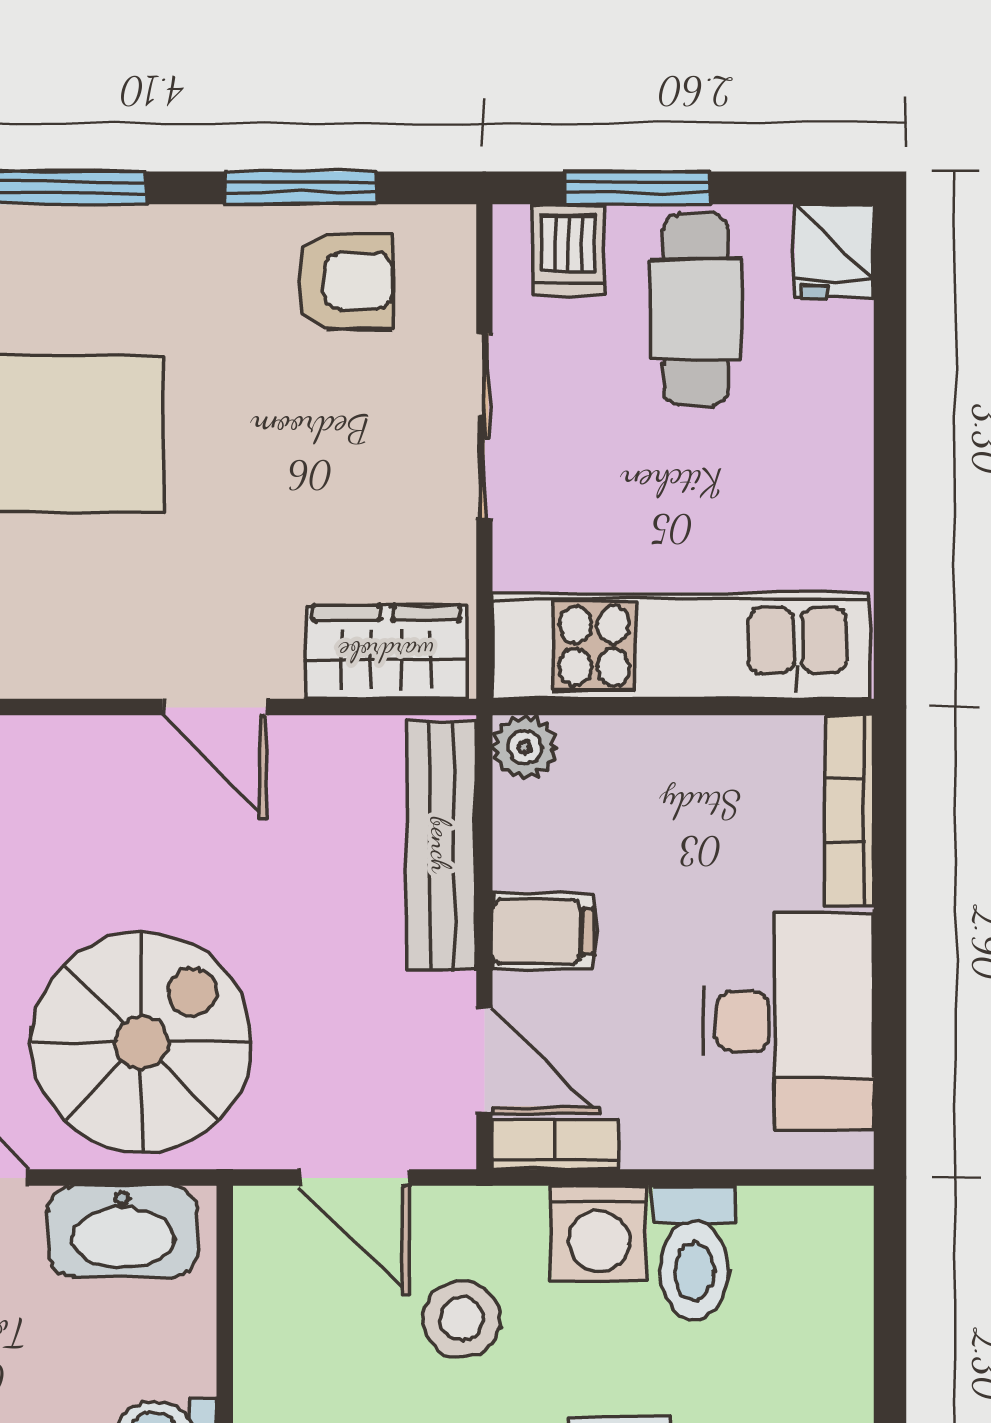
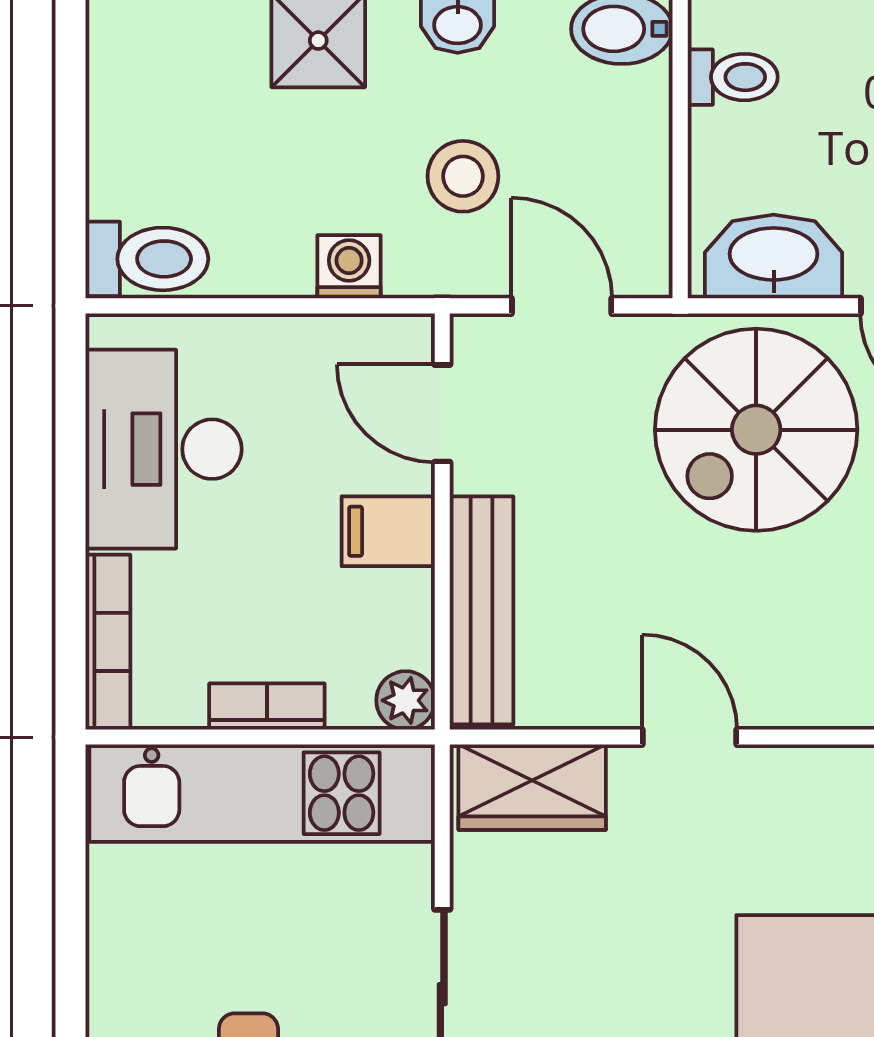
bookcase: (555, 1144) -> (267, 707), moved, turned 180
washing machine: (599, 1233) -> (349, 267), width x0.73, depth x0.73
toilet: (694, 1253) -> (147, 259), moved, turned 90

